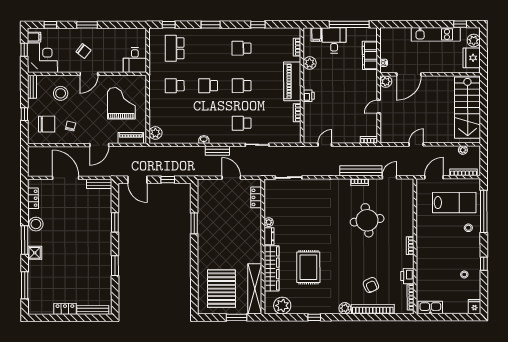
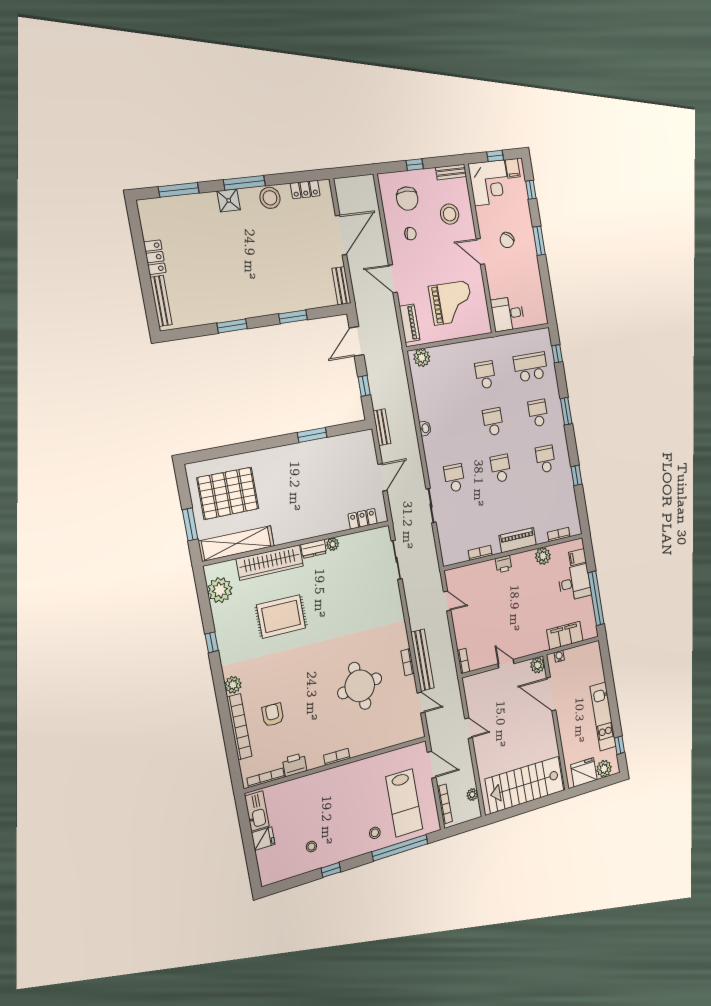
school desk: (208, 48) -> (538, 413), added
piano: (292, 81) -> (518, 540), width x0.73, depth x0.75
bench: (217, 151) -> (382, 427), moved
armchair: (371, 285) -> (273, 715), turned 115
fridge: (475, 307) -> (263, 839), moved

